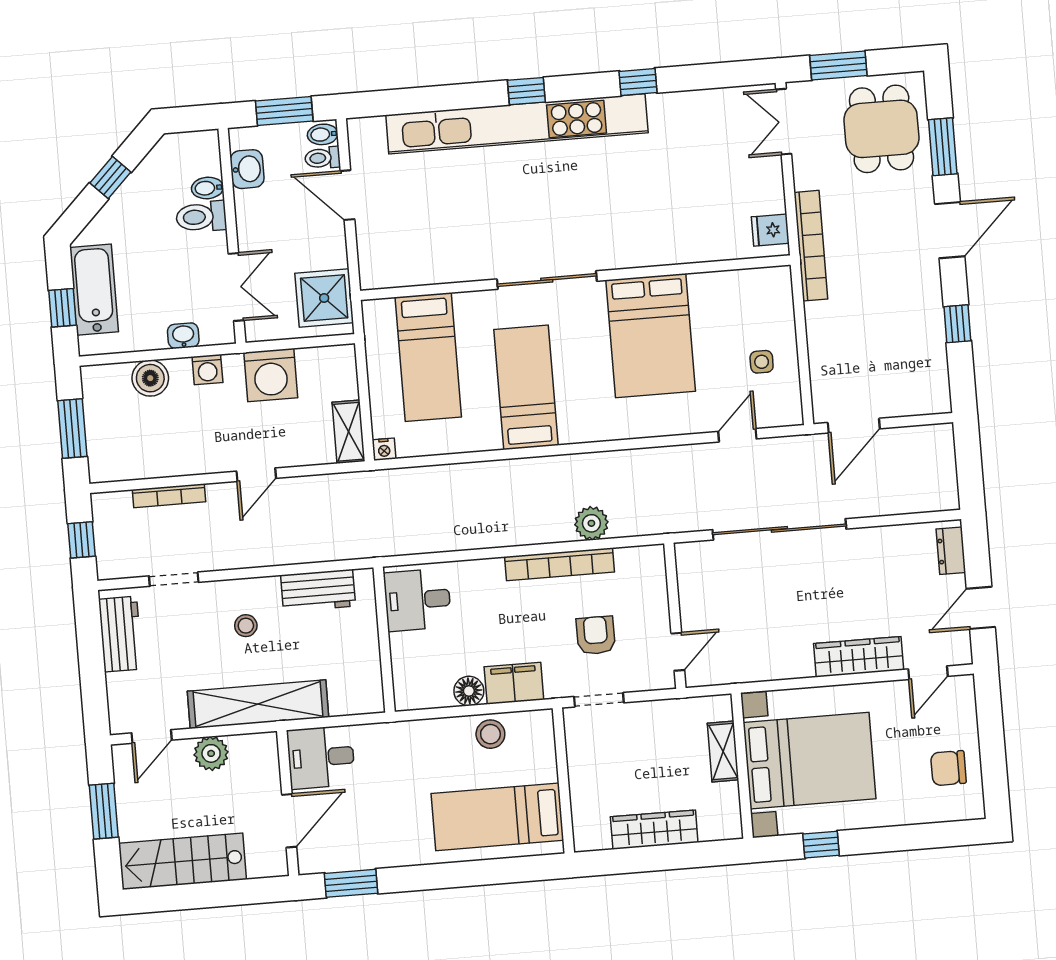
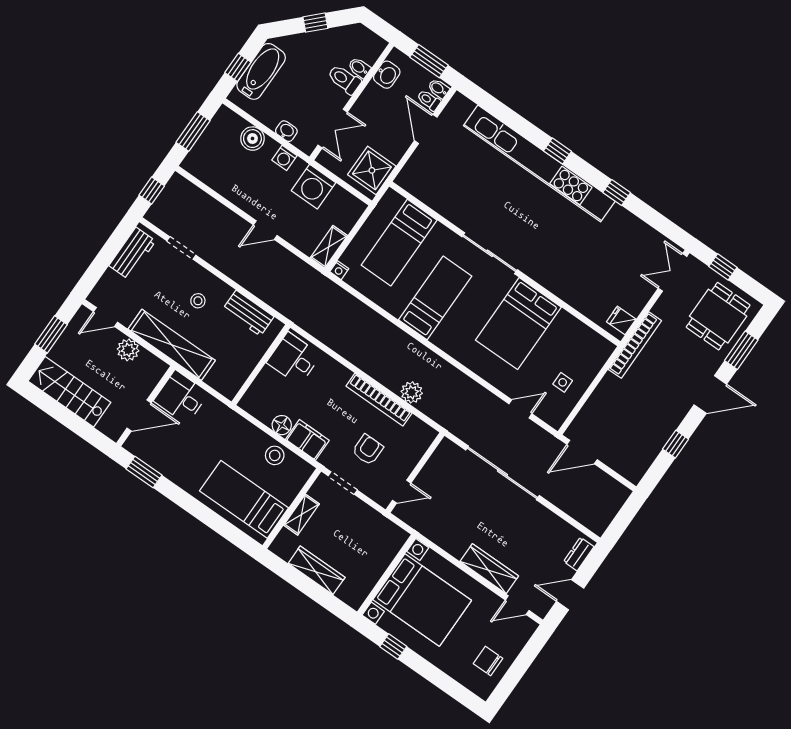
window: (838, 65) -> (723, 267), width x0.67
bookcase: (169, 496) -> (213, 205), removed
shelving: (723, 752) -> (302, 515), moved

